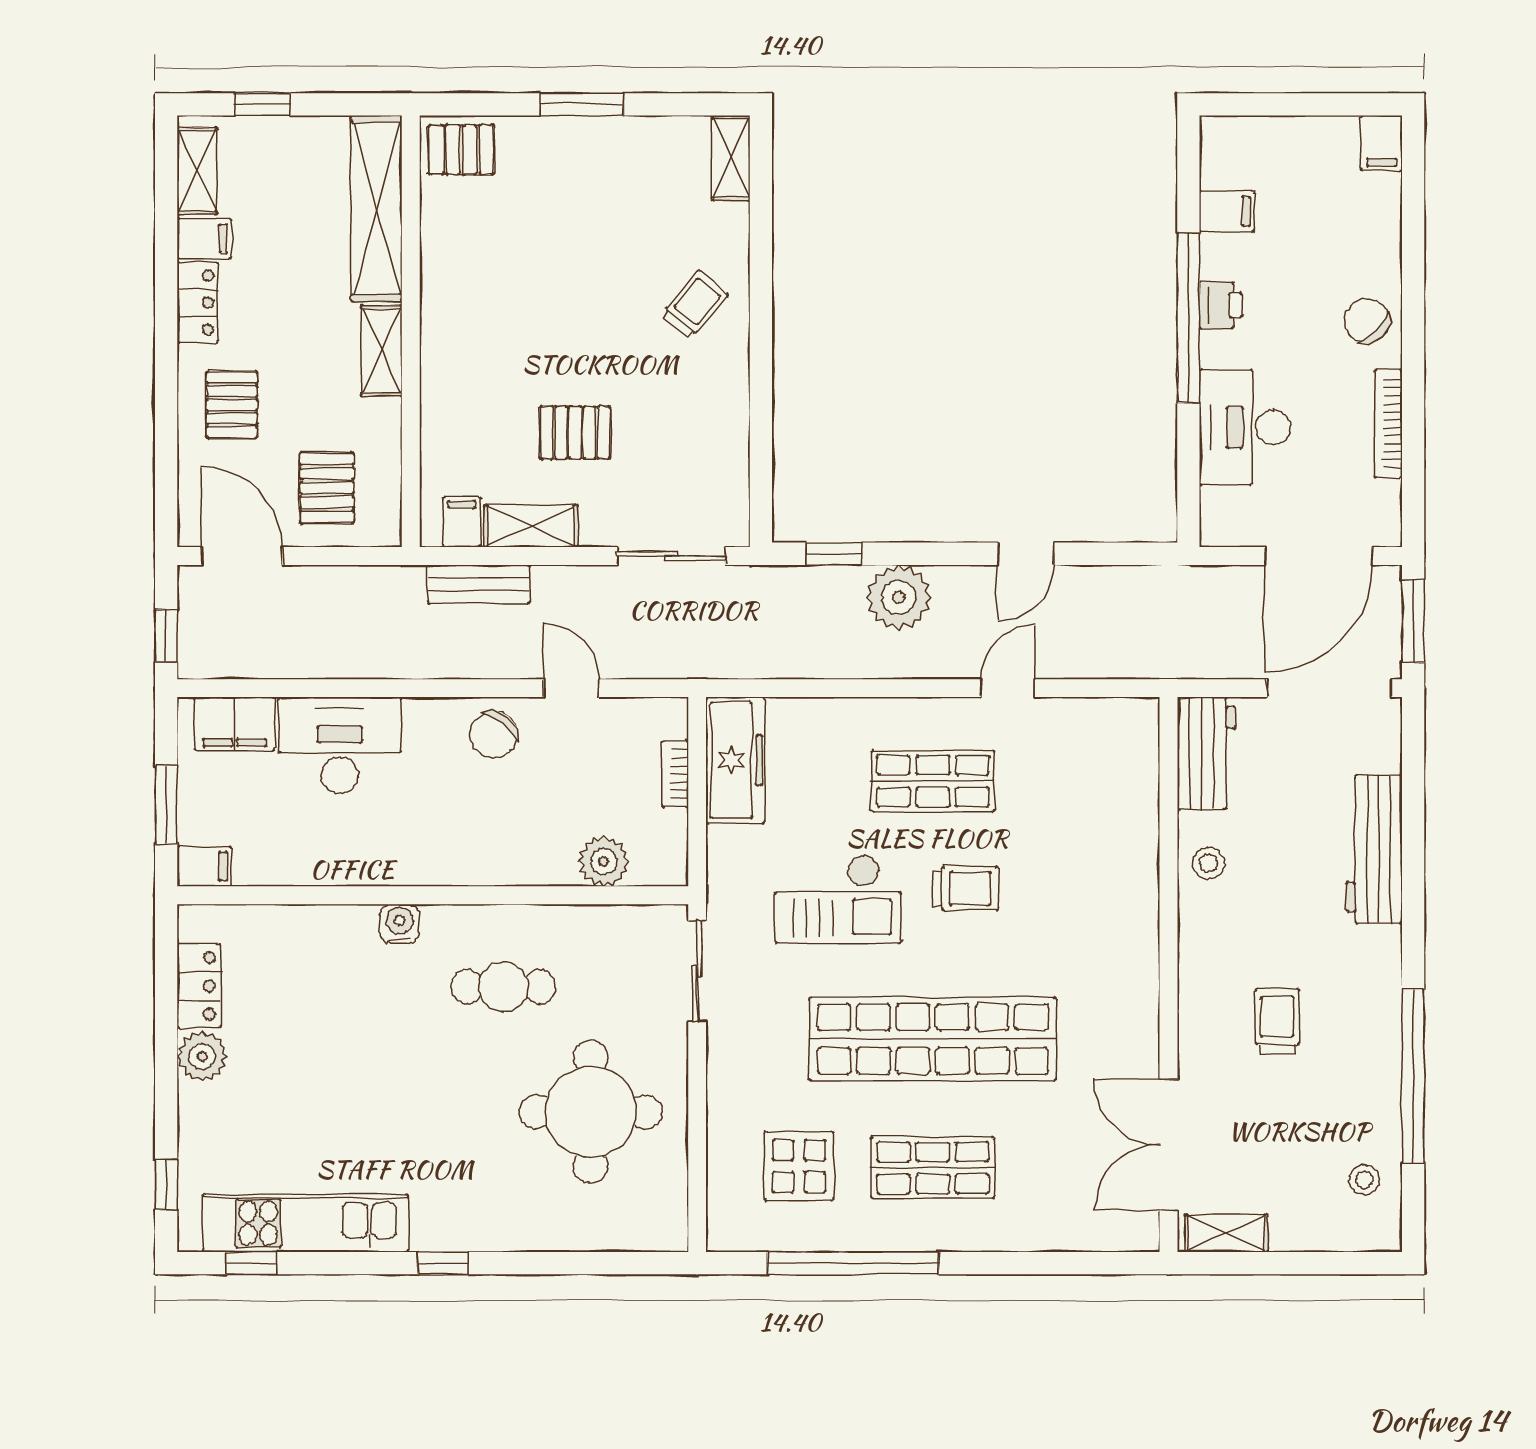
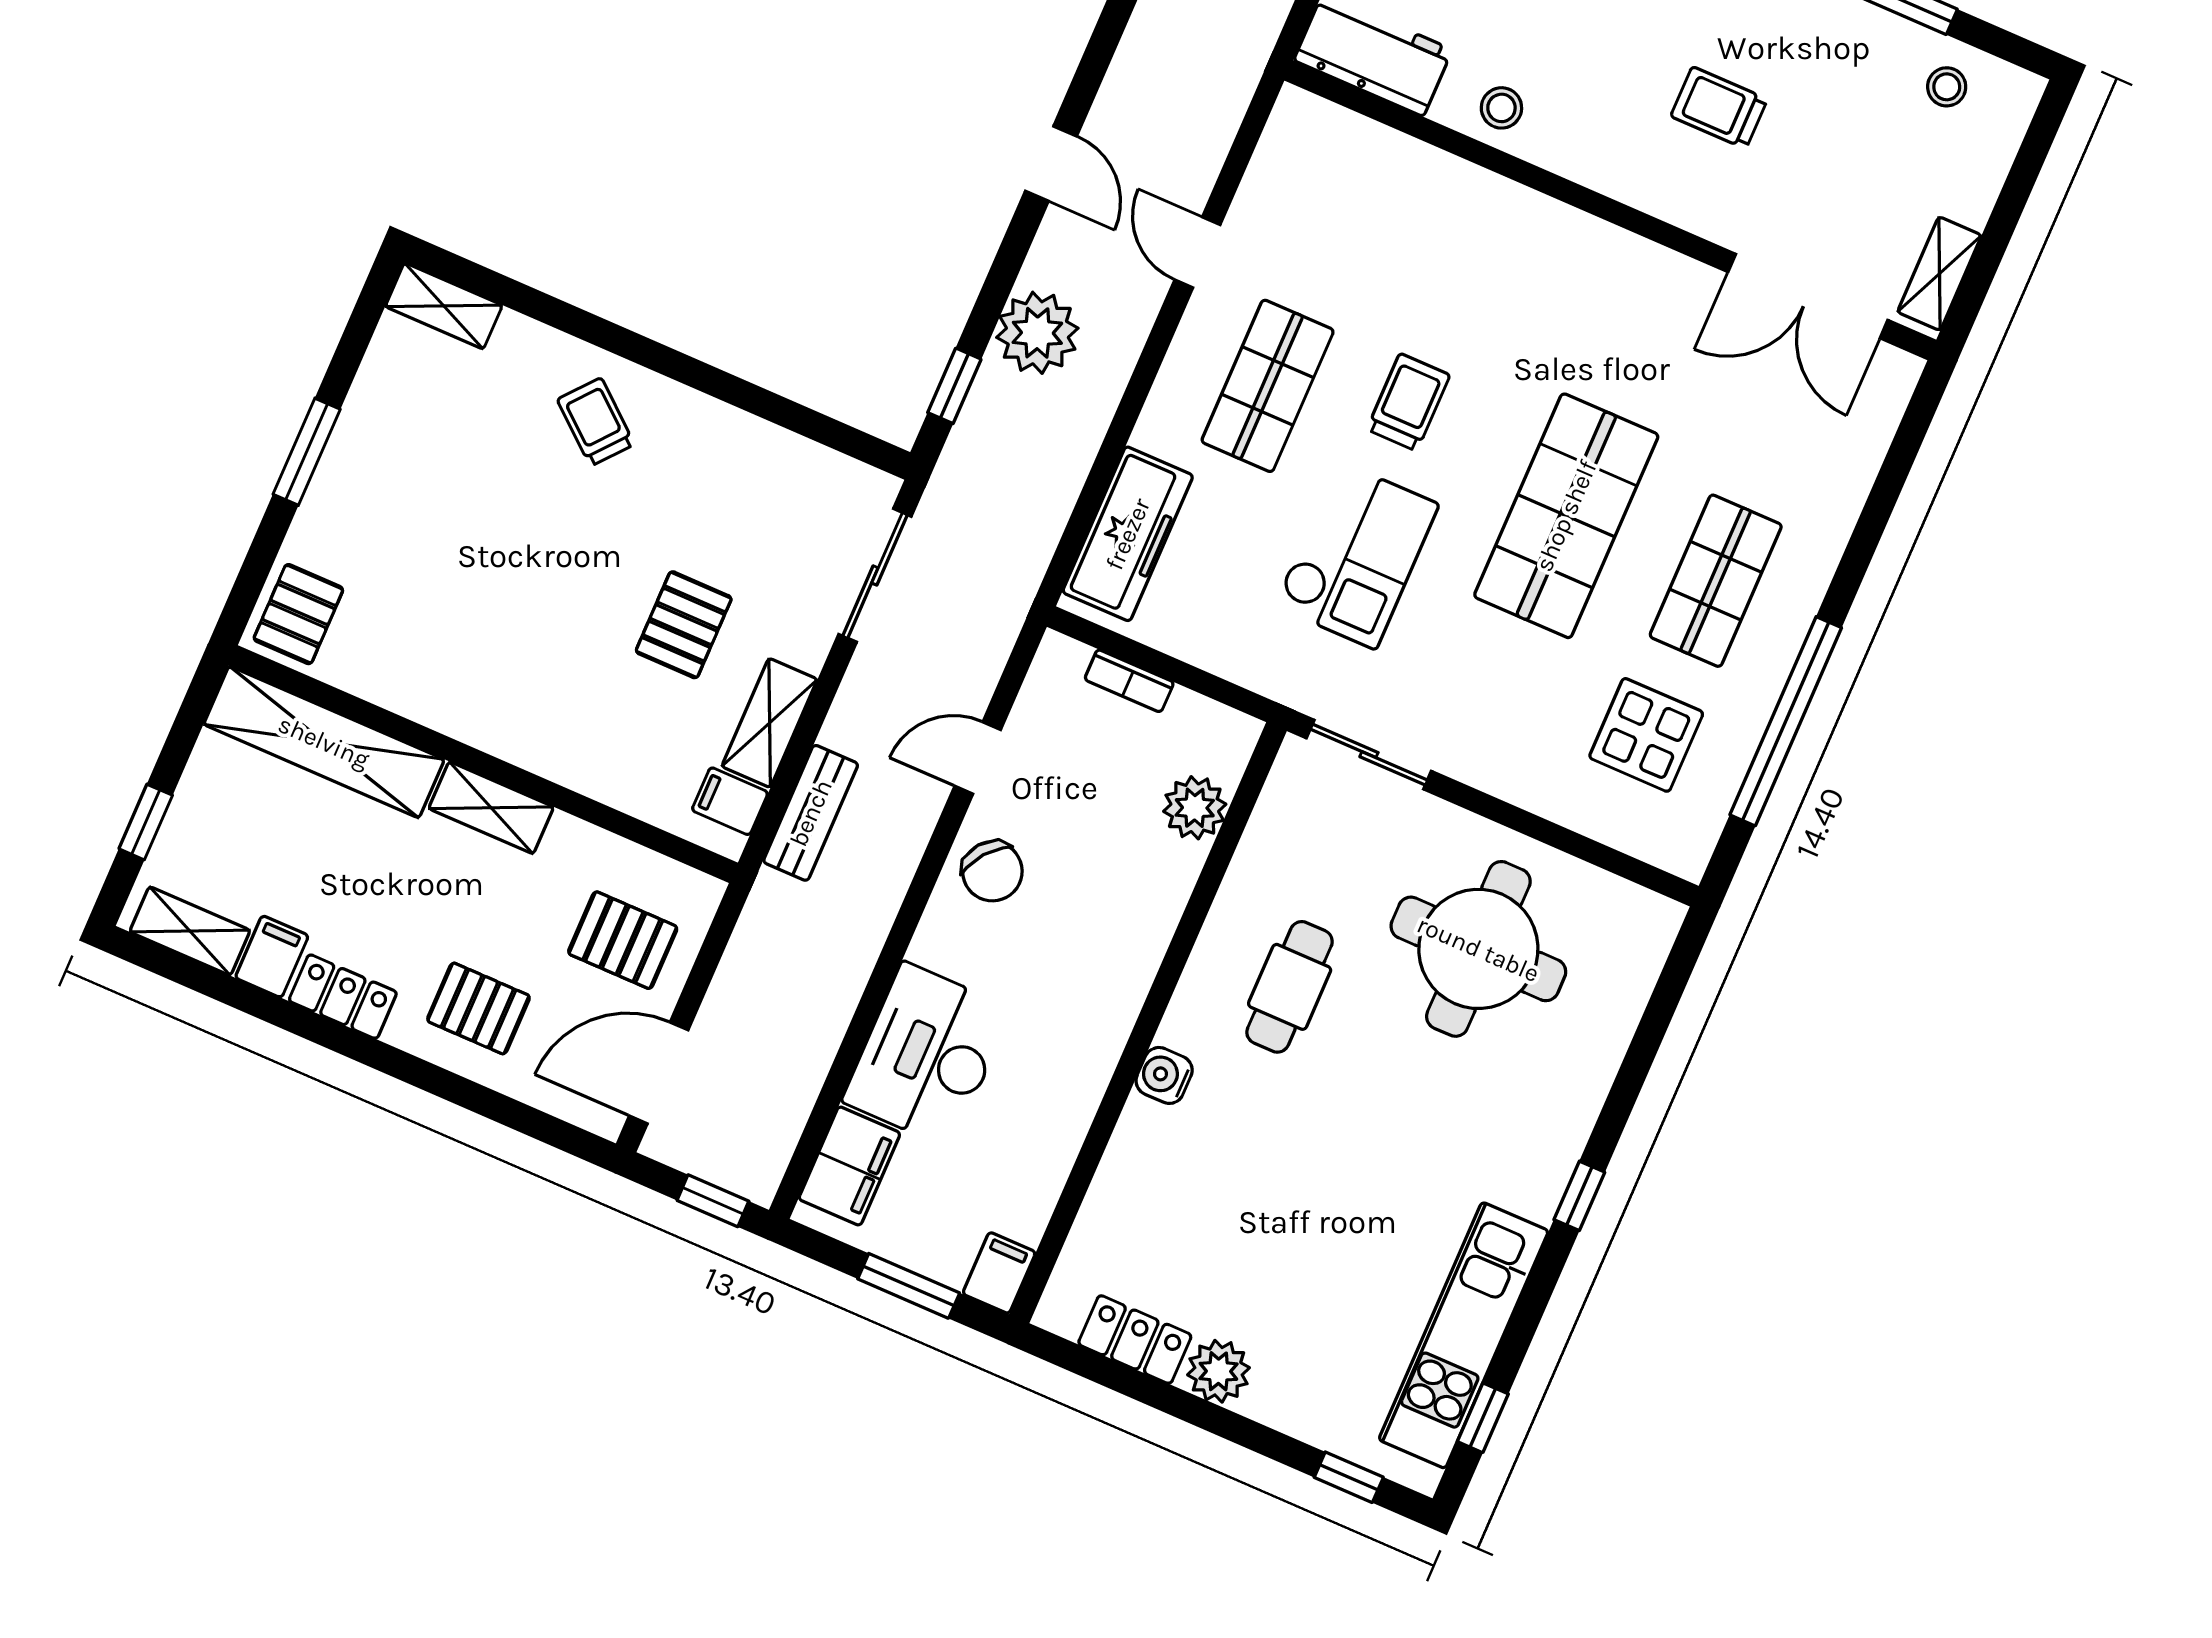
freezer: (735, 760) -> (1128, 534), moved, turned 90
shop shelf: (933, 1039) -> (1566, 516), width x0.71

